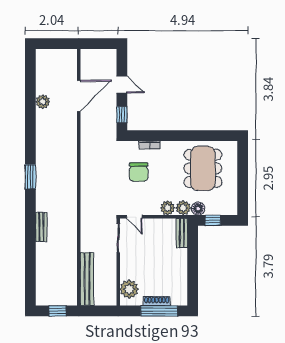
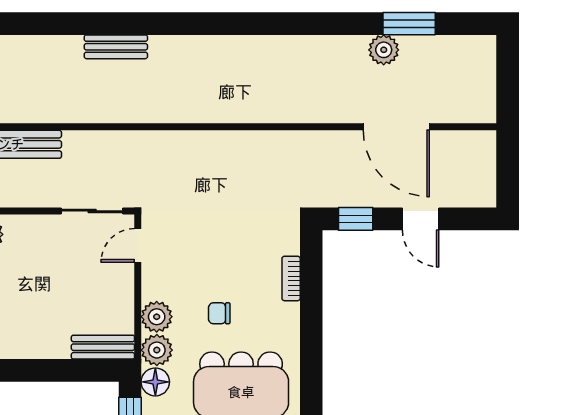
door: (122, 84) -> (421, 219), hinge flipped
chair: (139, 172) -> (219, 313), moved, width x0.54, depth x0.54
window: (30, 177) -> (409, 24), moved

